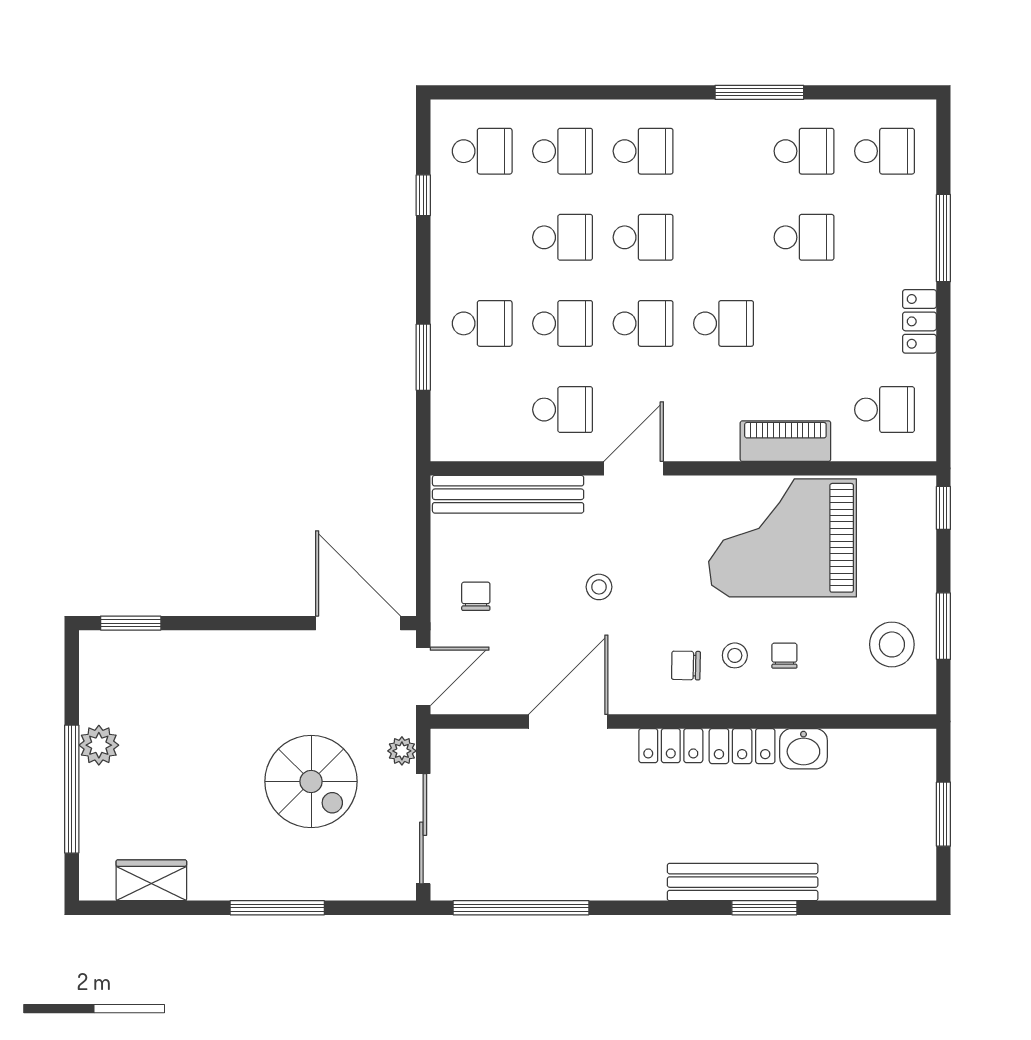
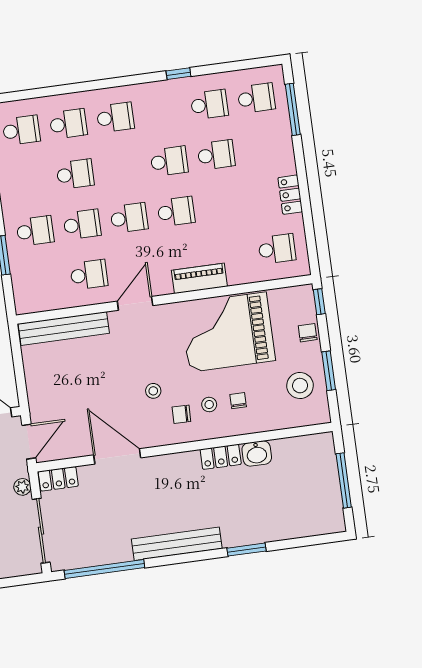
window: (759, 92) -> (178, 74), width x0.46
school desk: (643, 237) -> (169, 161), moved
window: (943, 238) -> (293, 109), moved
piano: (785, 441) -> (199, 278), moved
stool: (599, 587) -> (153, 391), moved
chair: (476, 596) -> (308, 333), moved
door: (568, 721) -> (117, 456), hinge flipped
locker: (671, 746) -> (58, 479), moved
window: (943, 814) -> (344, 480), width x1.44
bench: (743, 882) -> (177, 544), moved

